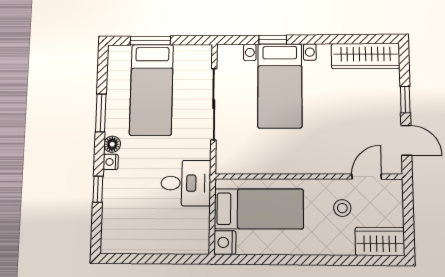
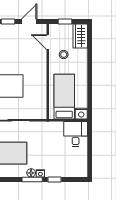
window: (101, 113) -> (32, 180), moved
desk: (186, 183) -> (76, 134), moved
window: (408, 211) -> (65, 22), added

